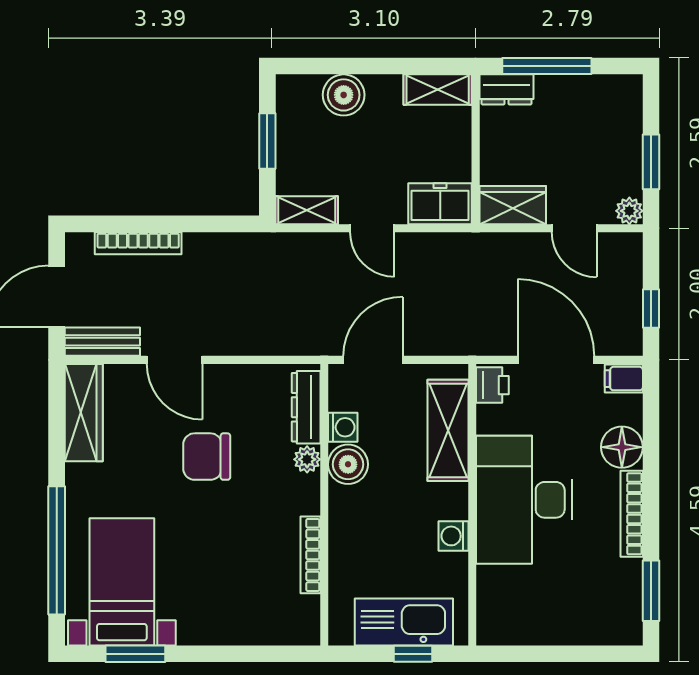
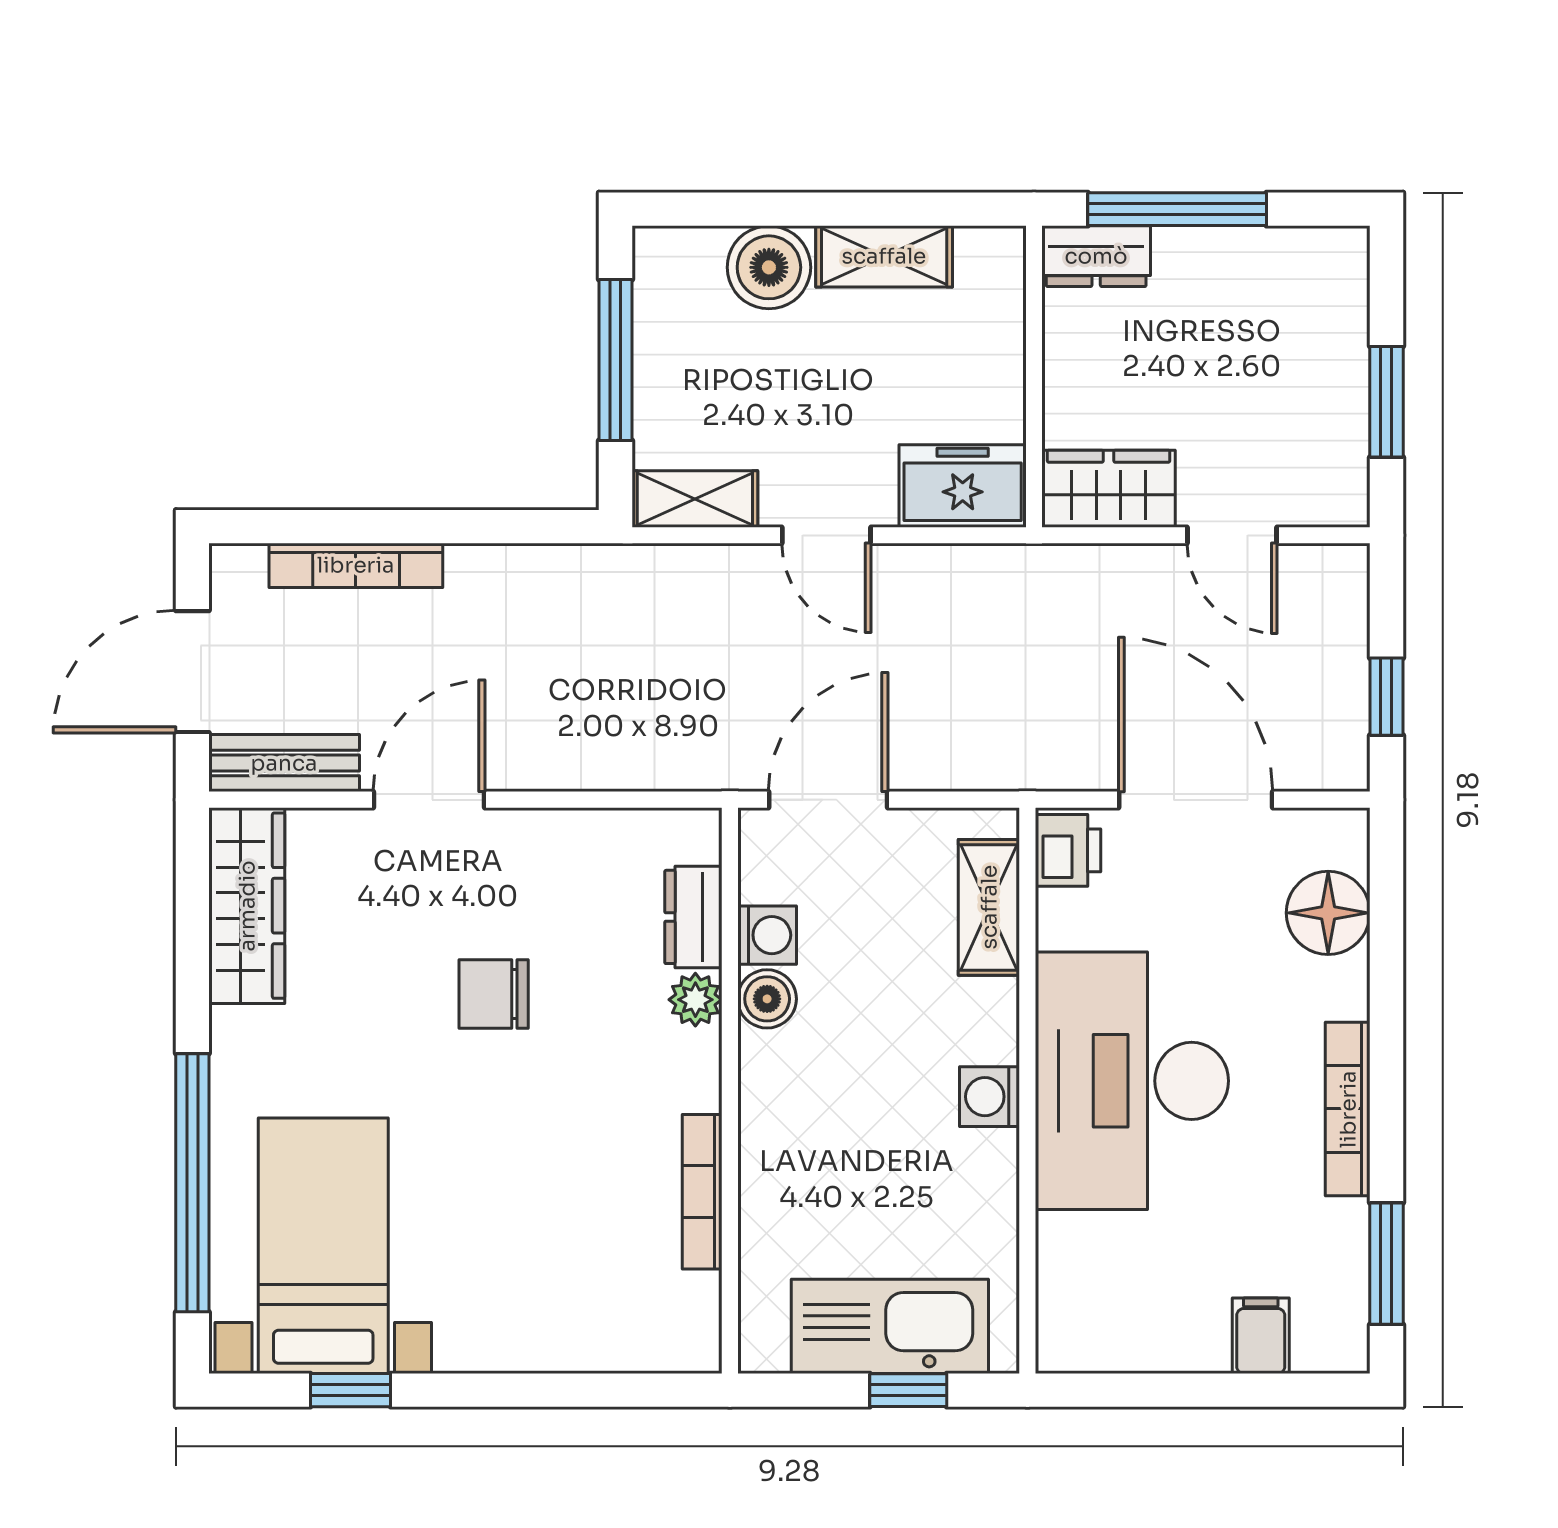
shelving: (438, 90) -> (884, 256), moved
window: (267, 141) -> (615, 360), width x1.44
plant: (629, 211) -> (1343, 500), removed
door: (174, 360) -> (429, 800), swing flipped
filing cabinet: (624, 379) -> (1261, 1336), moved, turned 90
dresser: (306, 407) -> (693, 917), width x0.70
shelving: (448, 430) -> (989, 907), width x0.67, depth x0.75
floor lamp: (622, 447) -> (1328, 913), moved
chair: (207, 457) -> (494, 994), width x0.73, depth x0.73
boiler: (348, 464) -> (767, 999), width x0.73, depth x0.73
washing machine: (453, 536) -> (990, 1097), moved
window: (135, 654) -> (350, 1390), width x0.67

